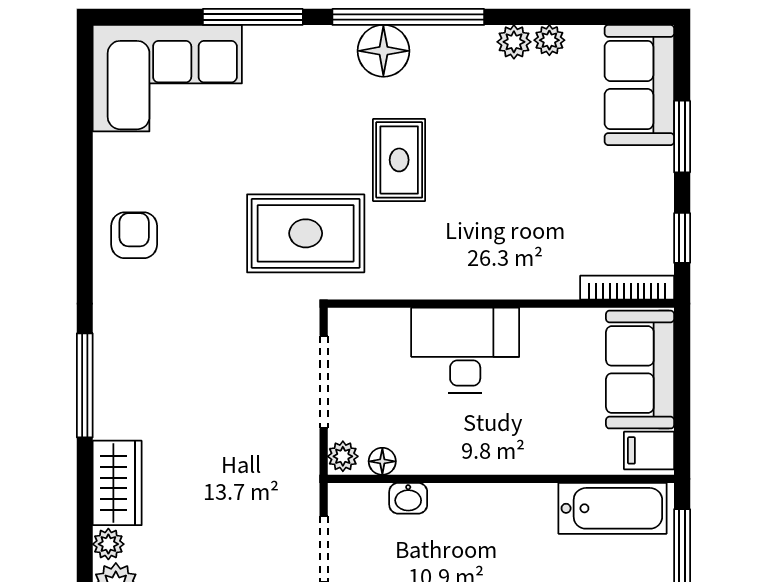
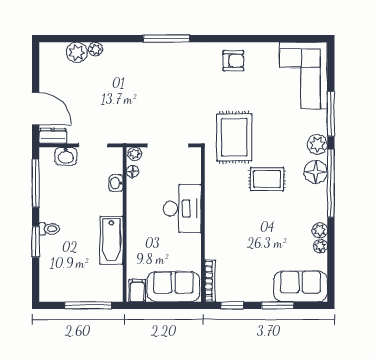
plant: (322, 47) -> (317, 144), added
wardrobe: (117, 483) -> (123, 53), removed
bathtub: (612, 508) -> (111, 240), moved

